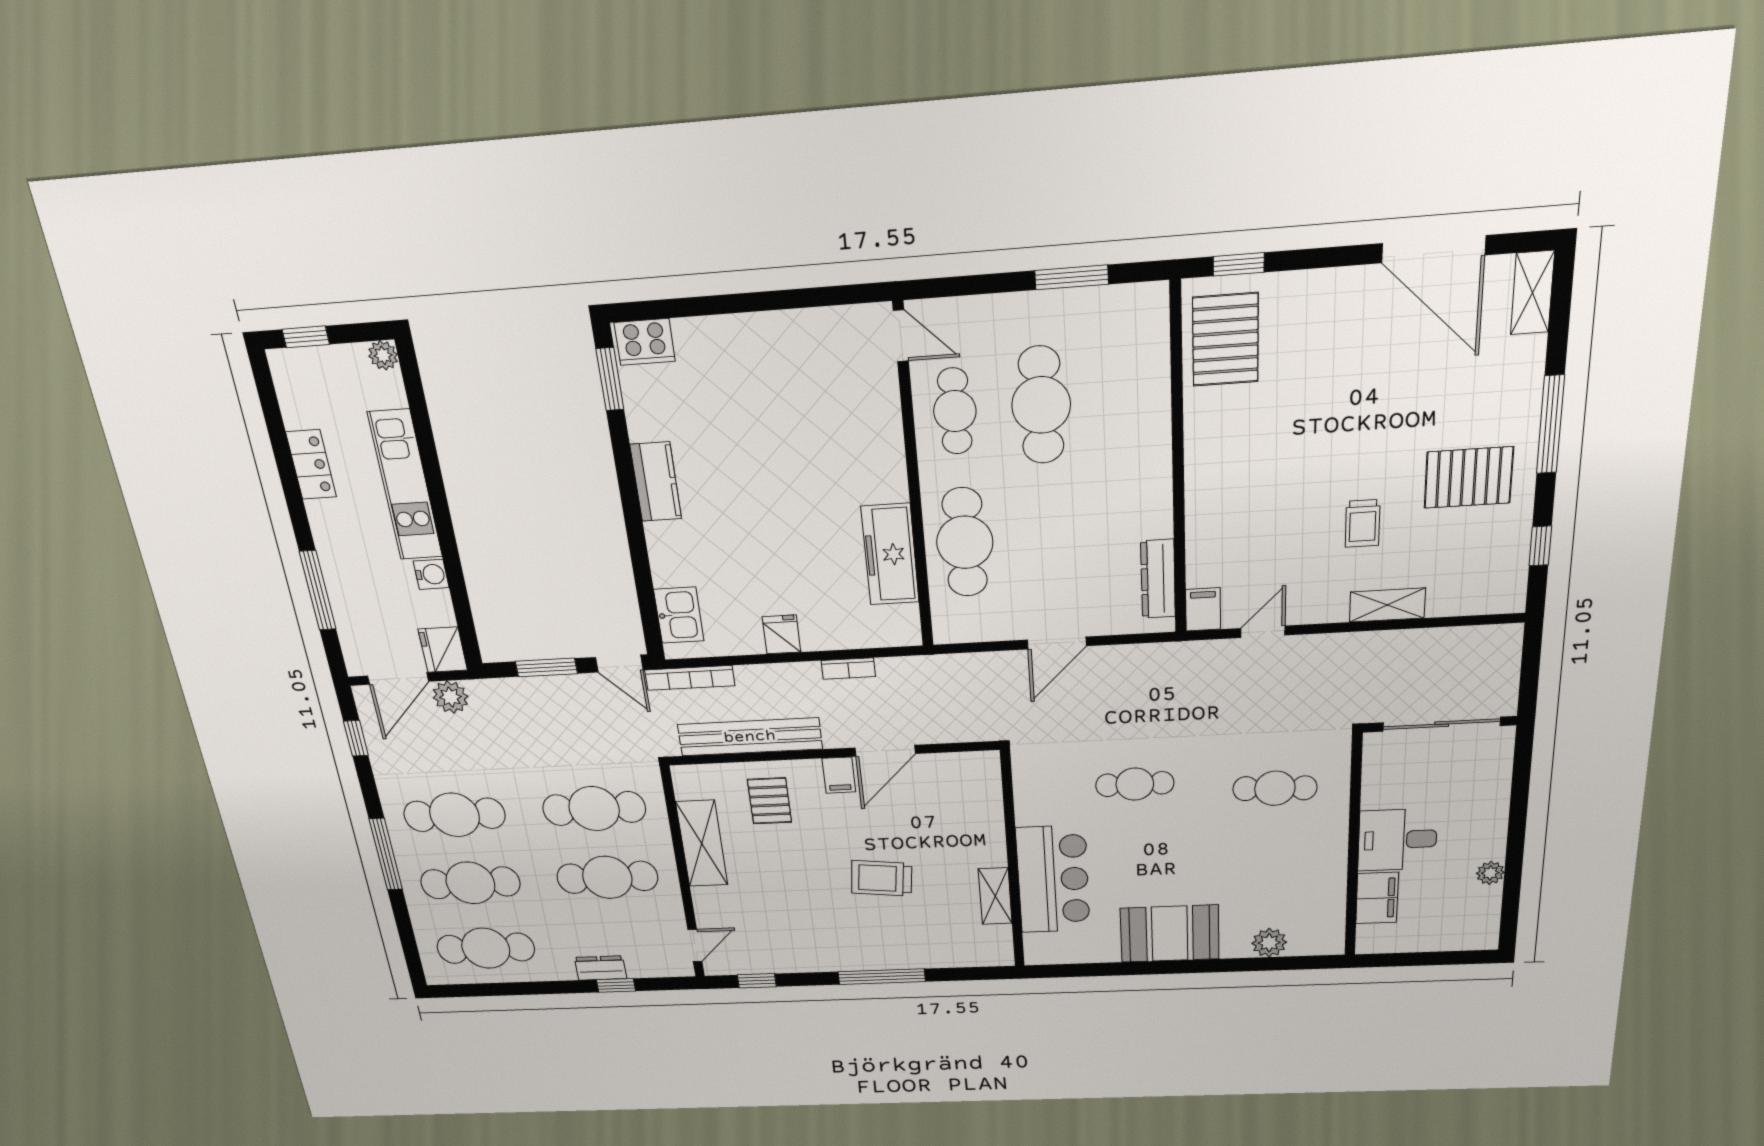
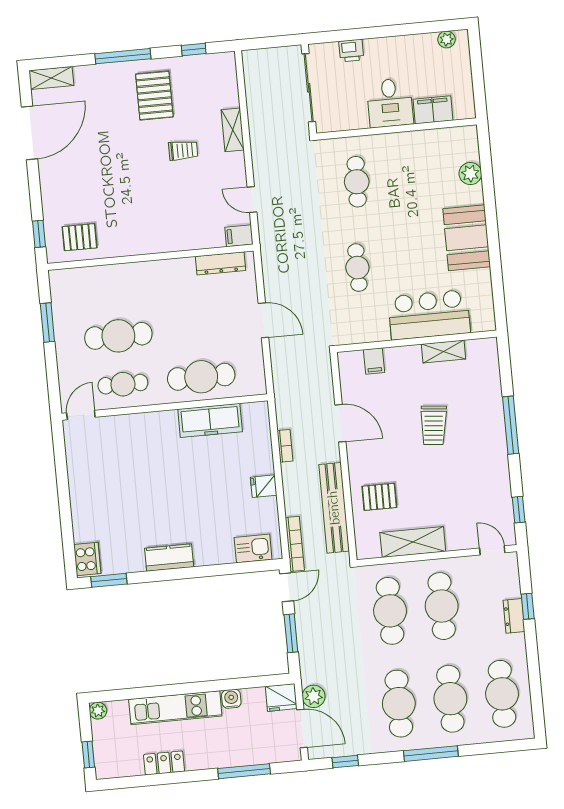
pallet: (1225, 340) -> (80, 237), width x0.67, depth x0.71
filing cabinet: (839, 775) -> (374, 361), moved, turned 90
printer: (1493, 789) -> (351, 50), added
plant: (1490, 873) -> (447, 39), moved

